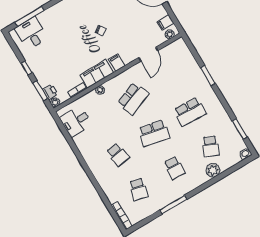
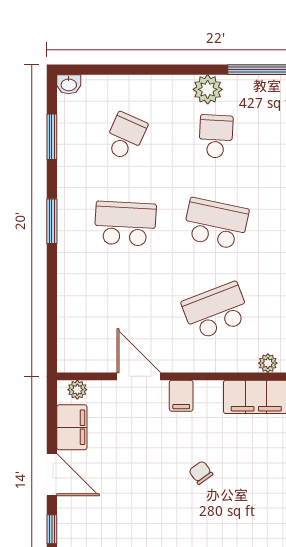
filing cabinet: (165, 23) -> (72, 427), width x2.00
door: (148, 54) -> (139, 376), hinge flipped
filing cabinet: (117, 63) -> (181, 396), moved
window: (208, 76) -> (52, 221), moved
plant: (213, 170) -> (208, 89), moved

